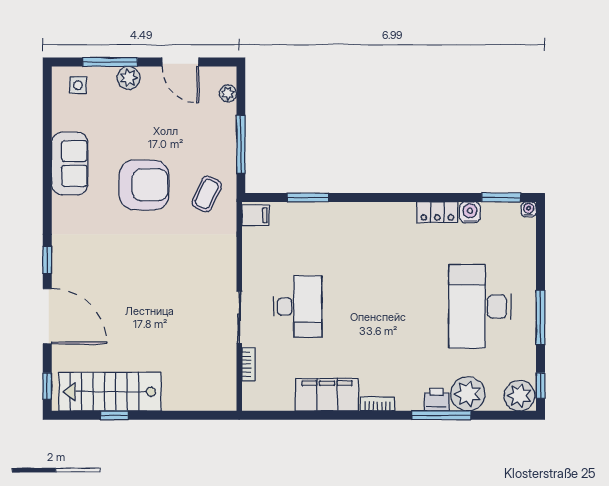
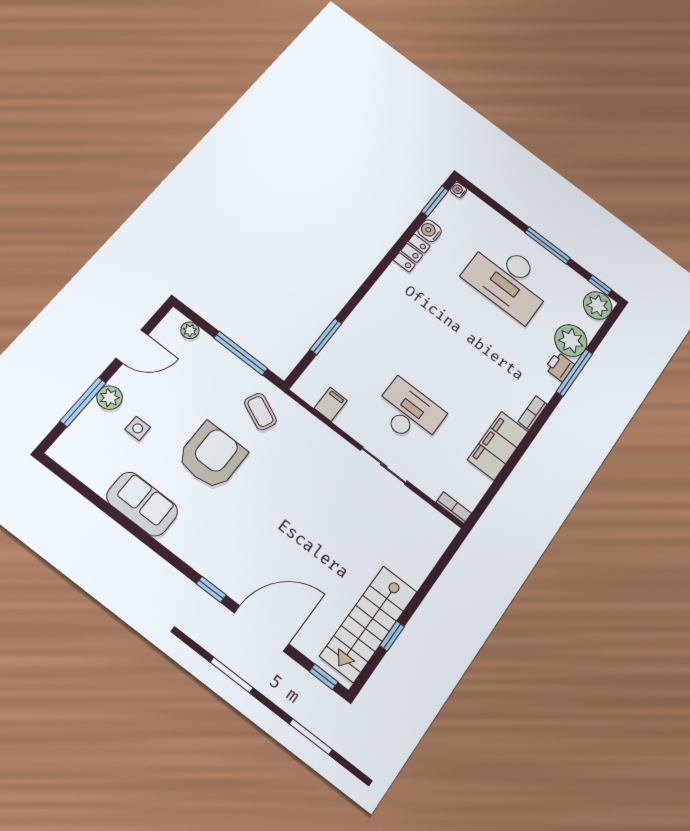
side table: (78, 85) -> (138, 428), moved
filing cabinet: (255, 215) -> (331, 404), moved
bookcase: (248, 364) -> (454, 508), moved

